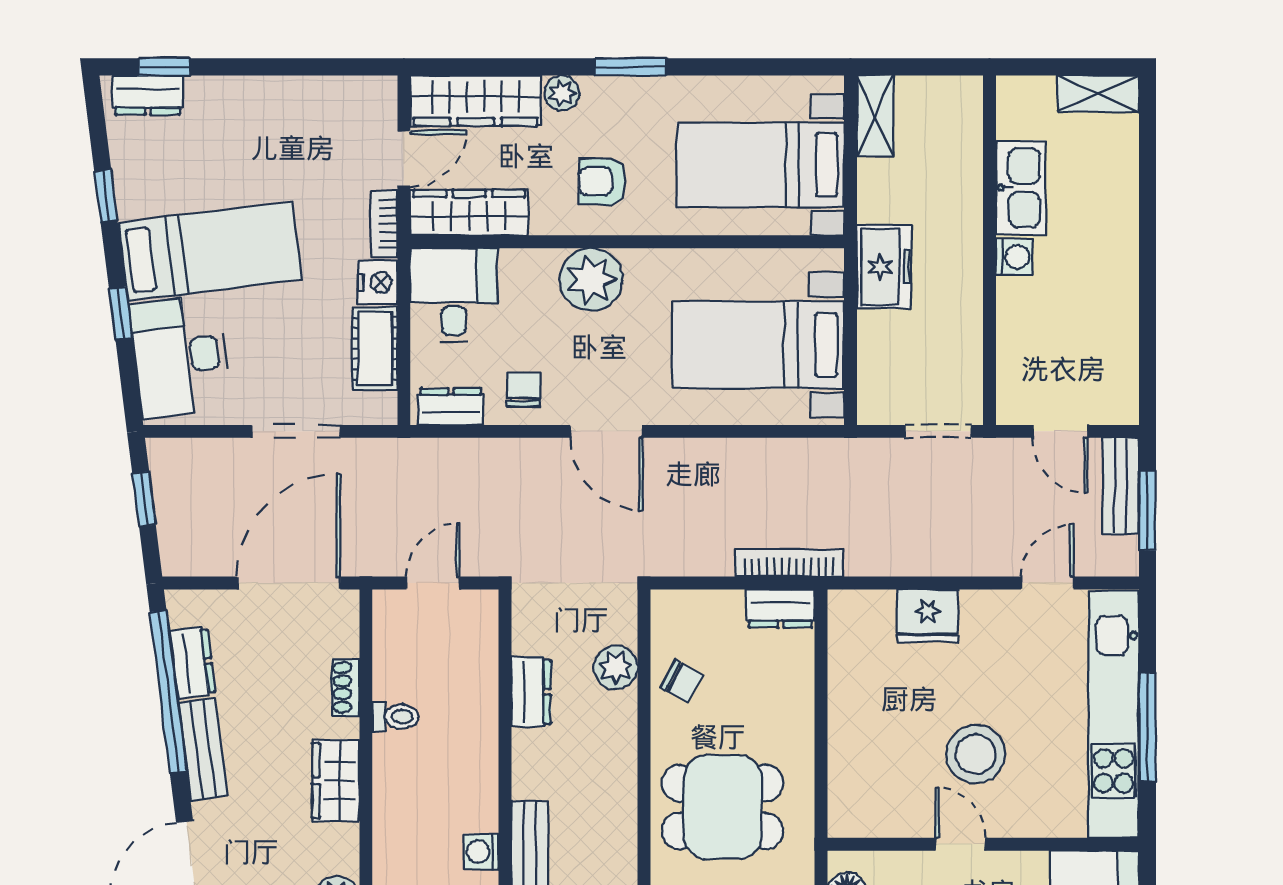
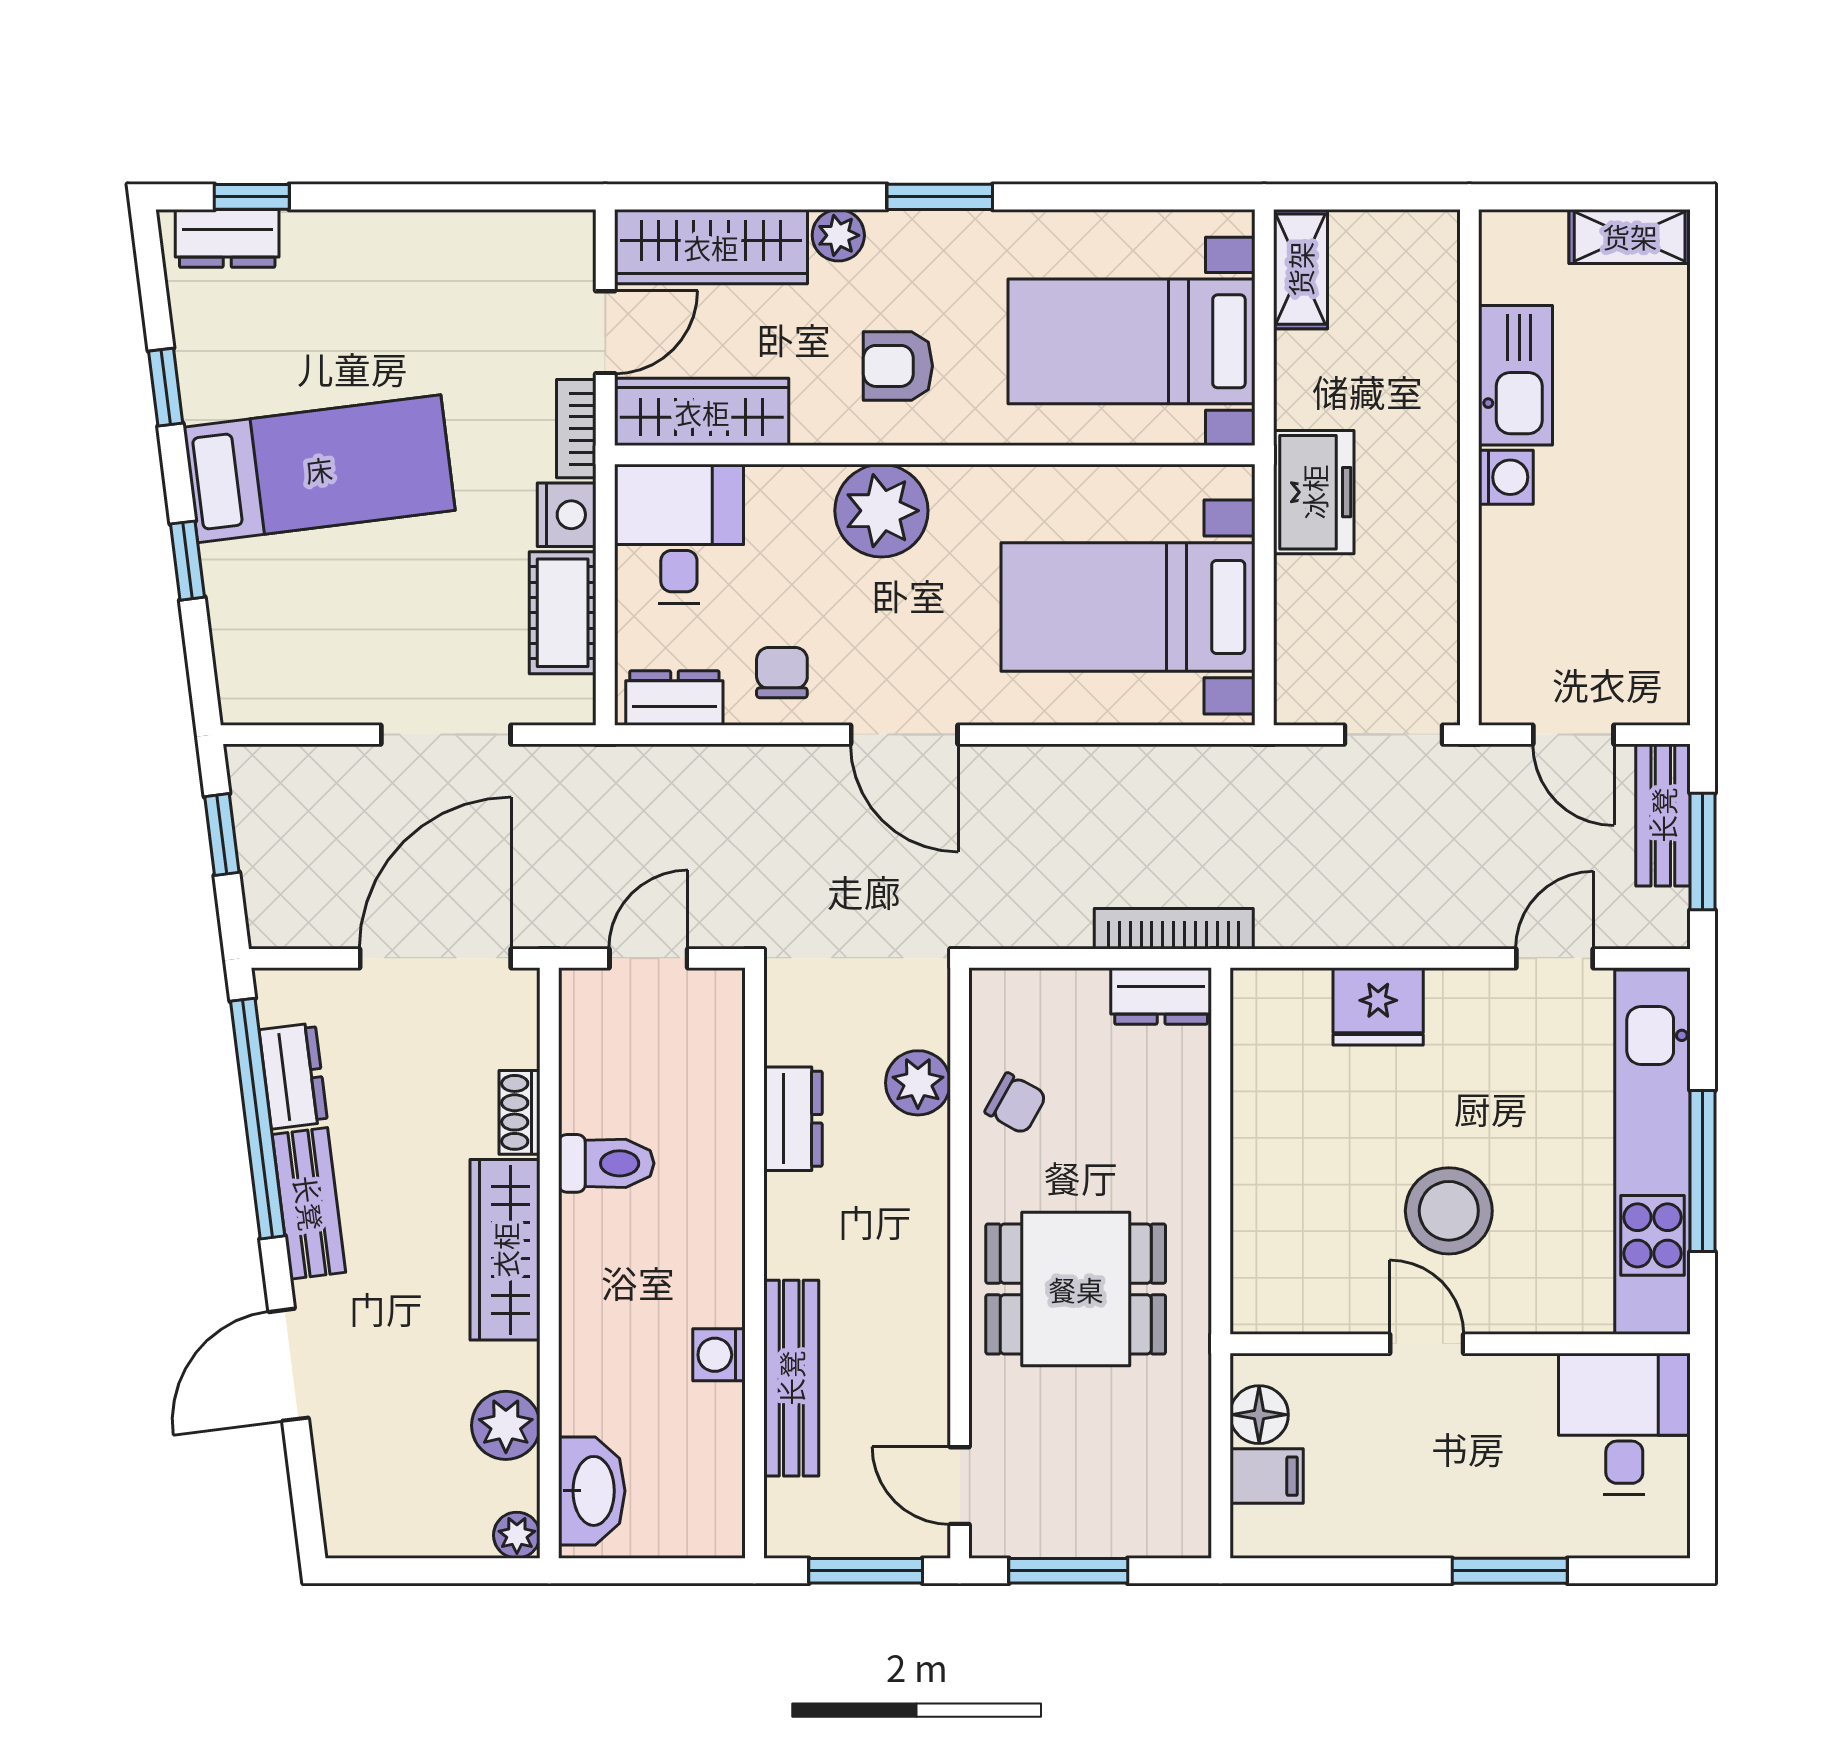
desk: (180, 356) -> (275, 624), removed
toilet: (396, 717) -> (606, 1163), width x1.37, depth x1.39
wardrobe: (336, 781) -> (505, 1250), width x1.50

